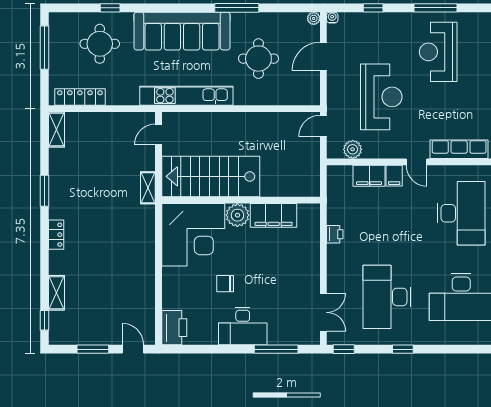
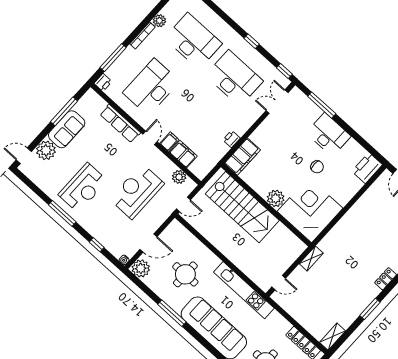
plant: (314, 18) -> (141, 268), width x1.88, depth x1.88
stairs: (211, 176) -> (242, 207), moved
filing cabinet: (274, 215) -> (242, 157), moved, turned 90
desk: (387, 297) -> (234, 78), turned -90

